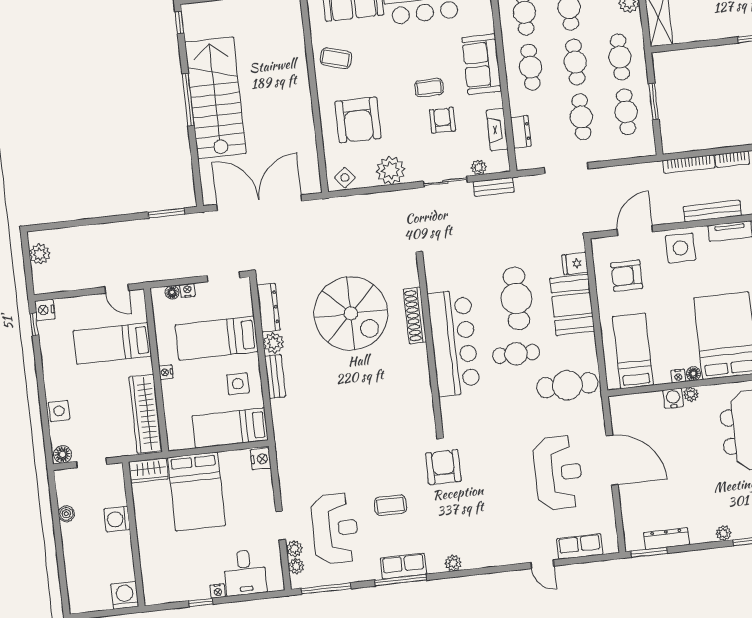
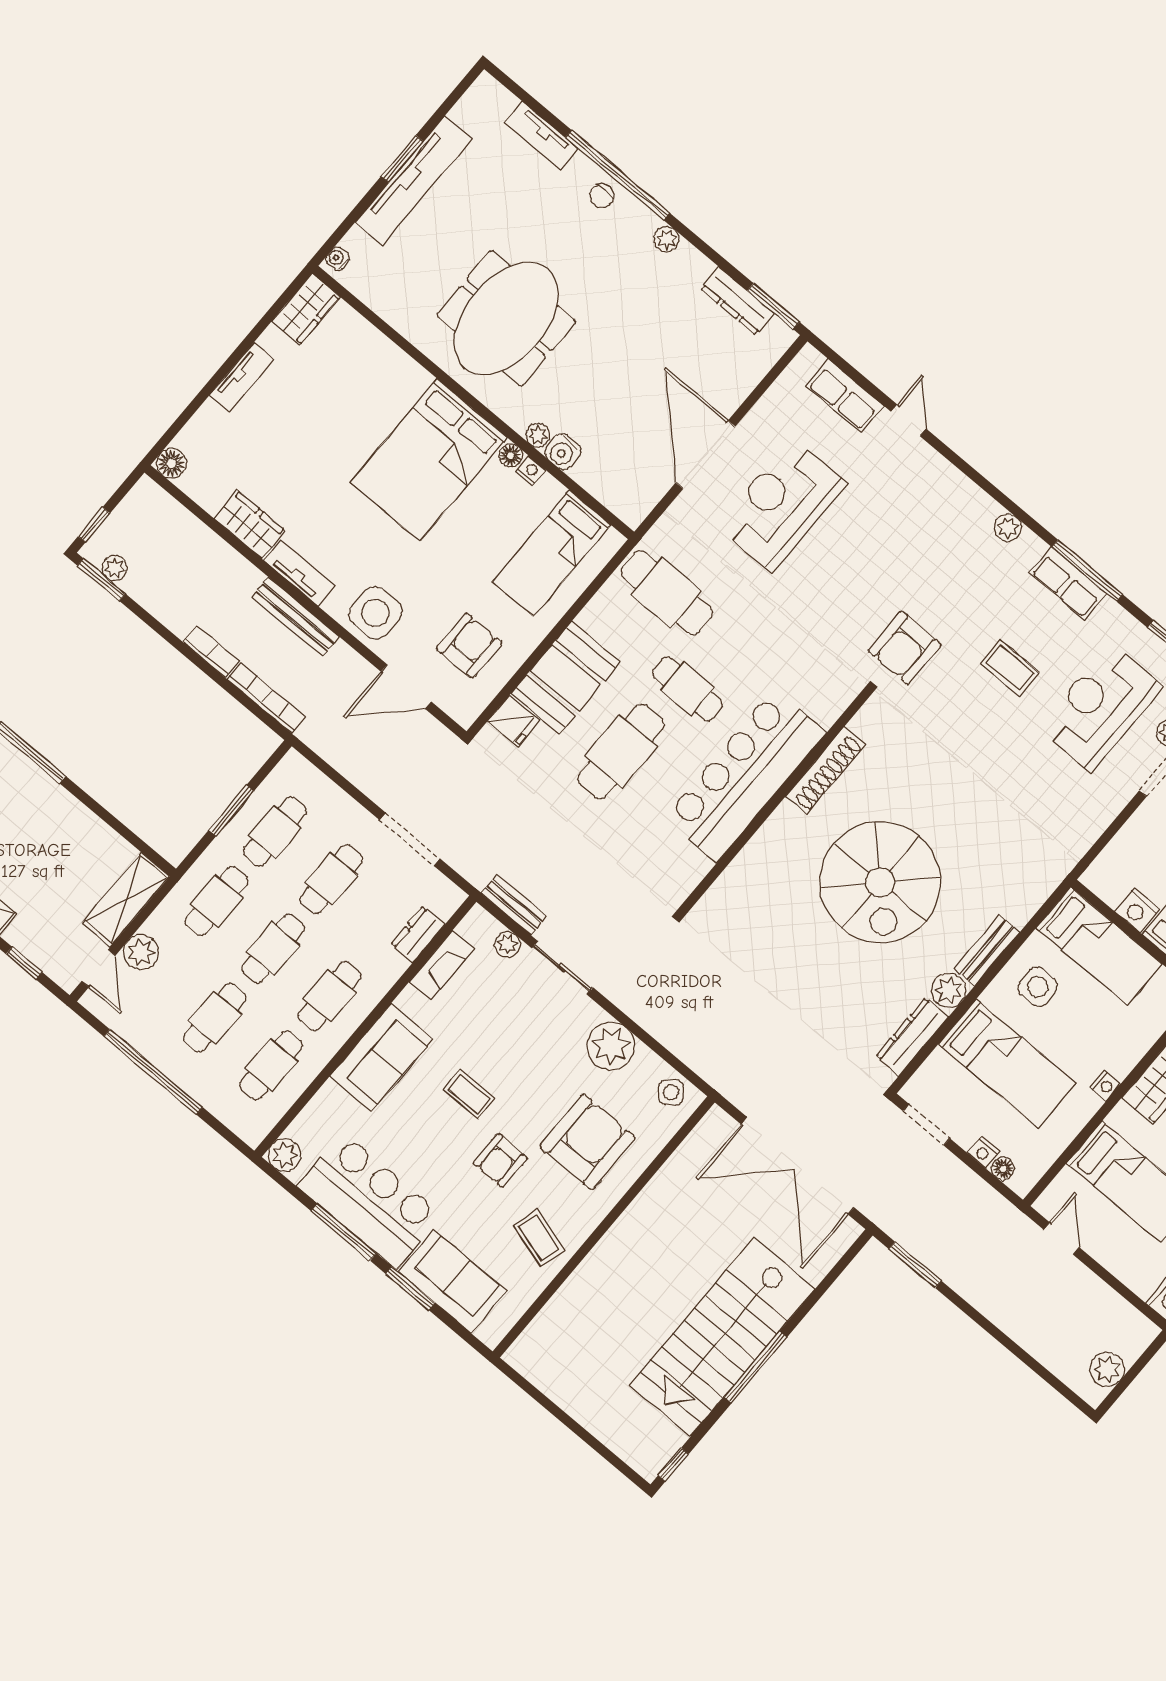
armchair: (442, 120) -> (500, 1160), moved
armchair: (627, 276) -> (469, 646), turned -90
spiral stairs: (351, 313) -> (880, 882), moved, turned 180
shoe rack: (415, 315) -> (826, 771), moved
nightstand: (261, 459) -> (1137, 910), moved, turned -90

